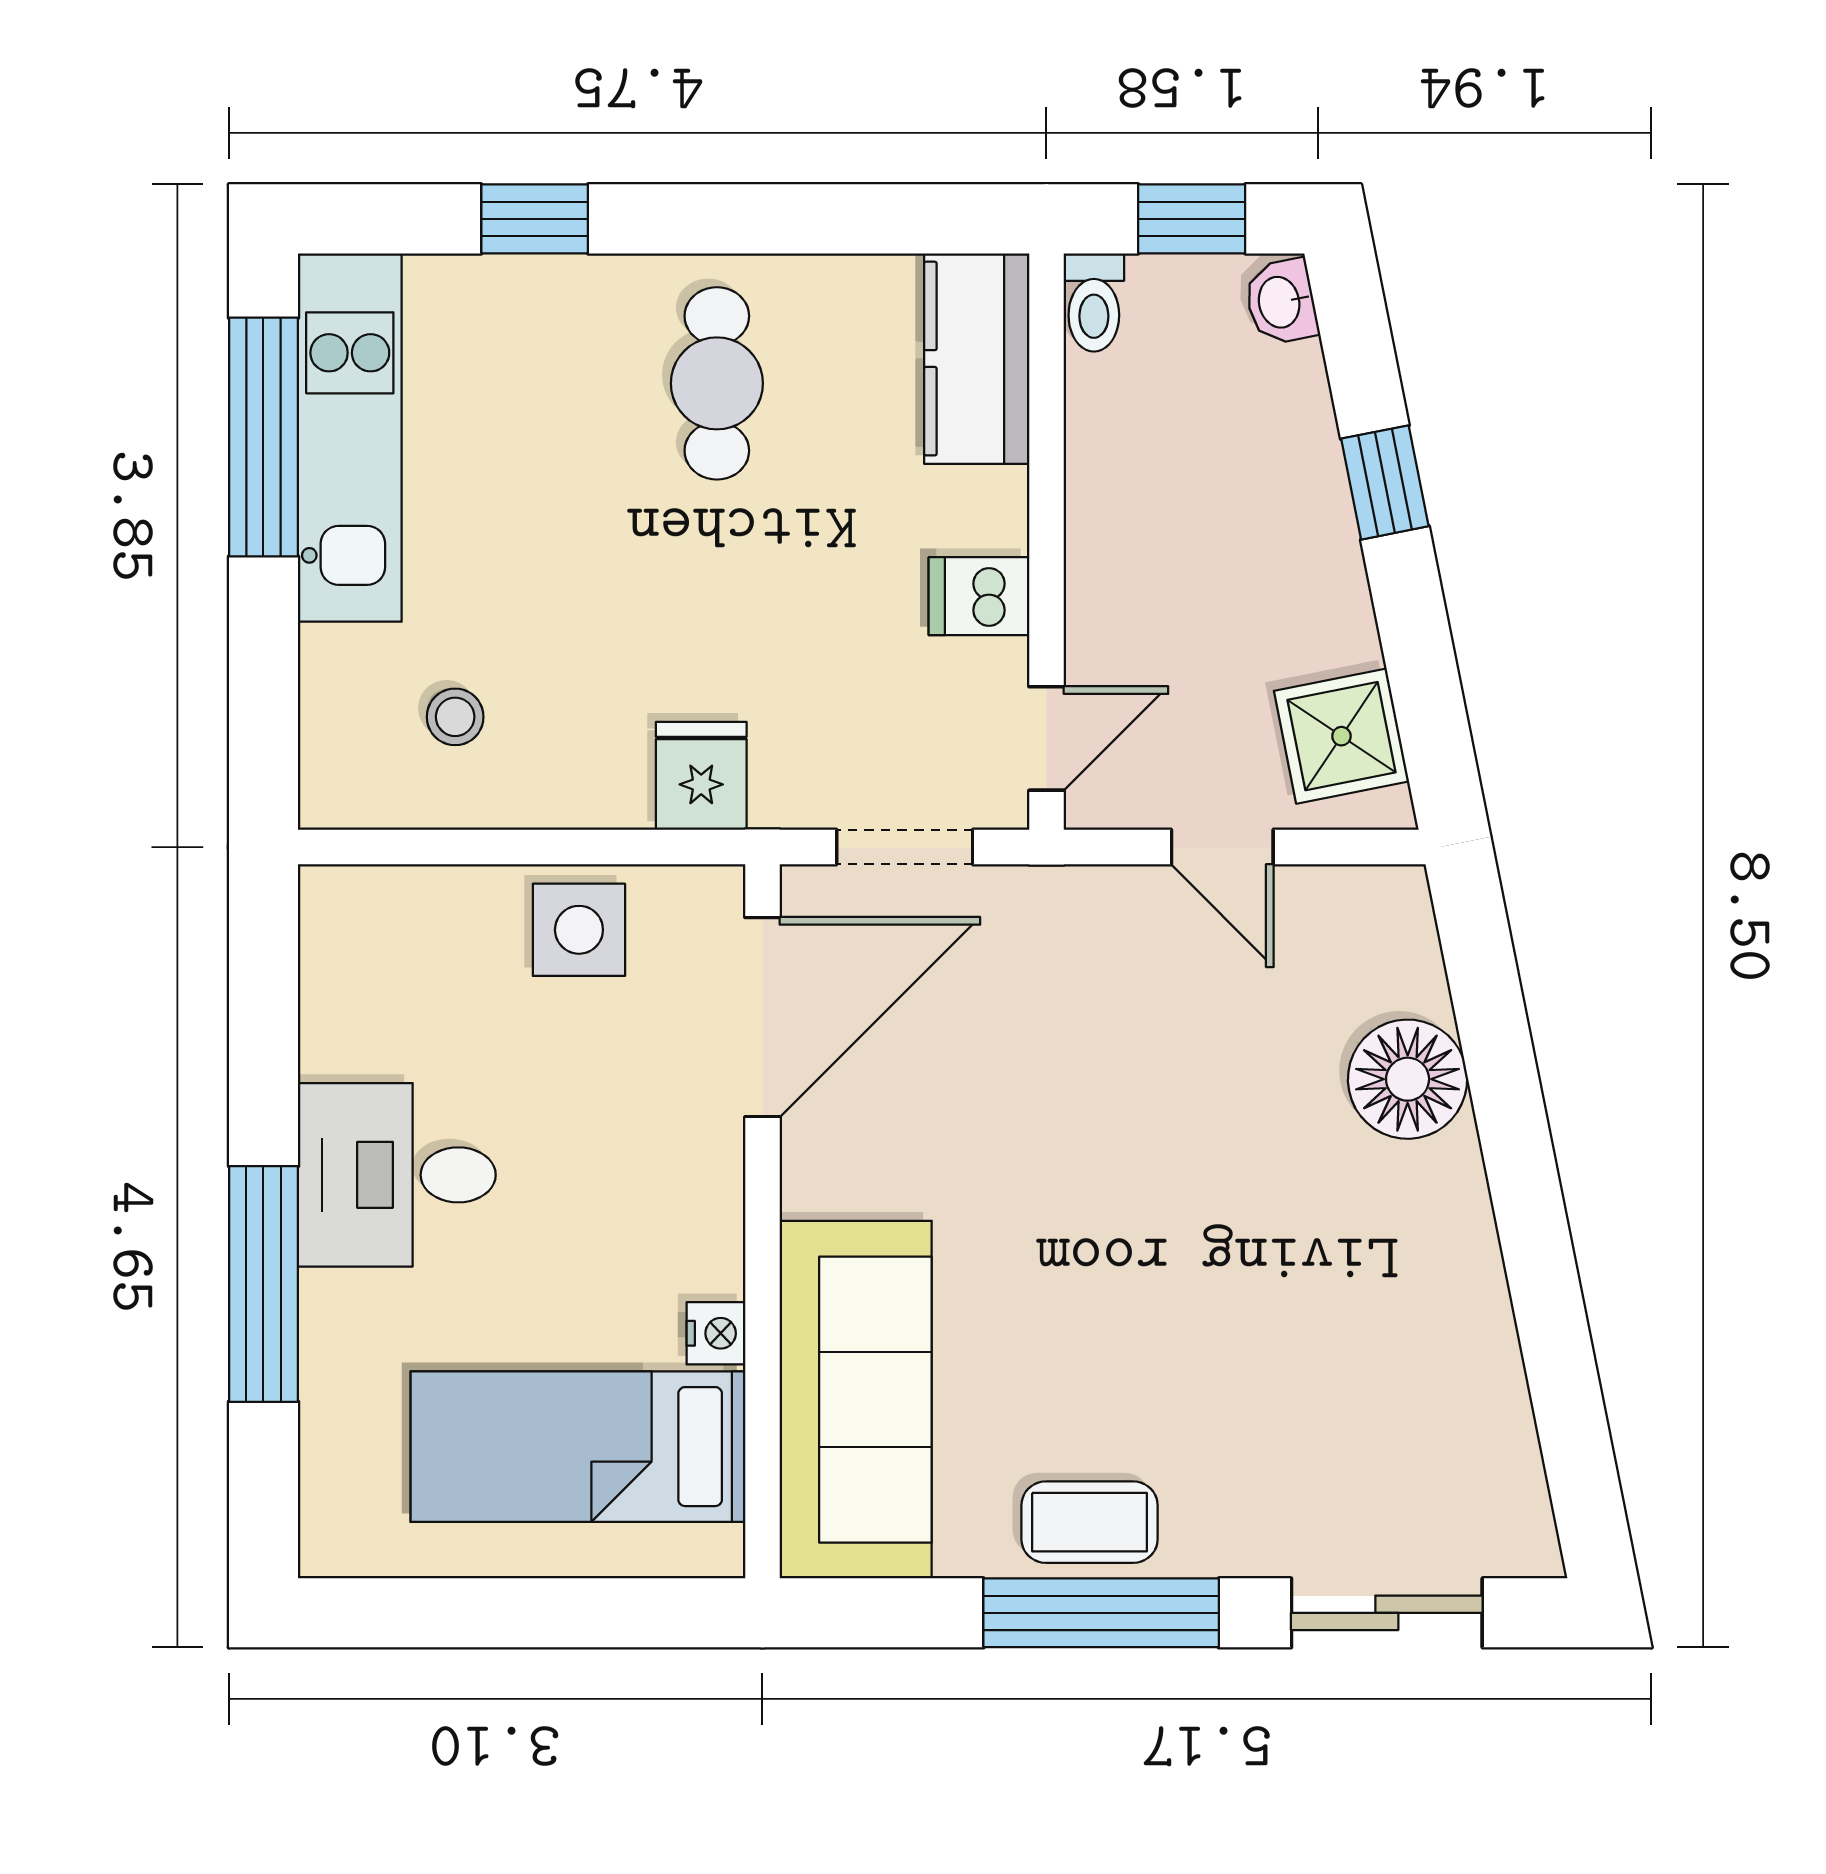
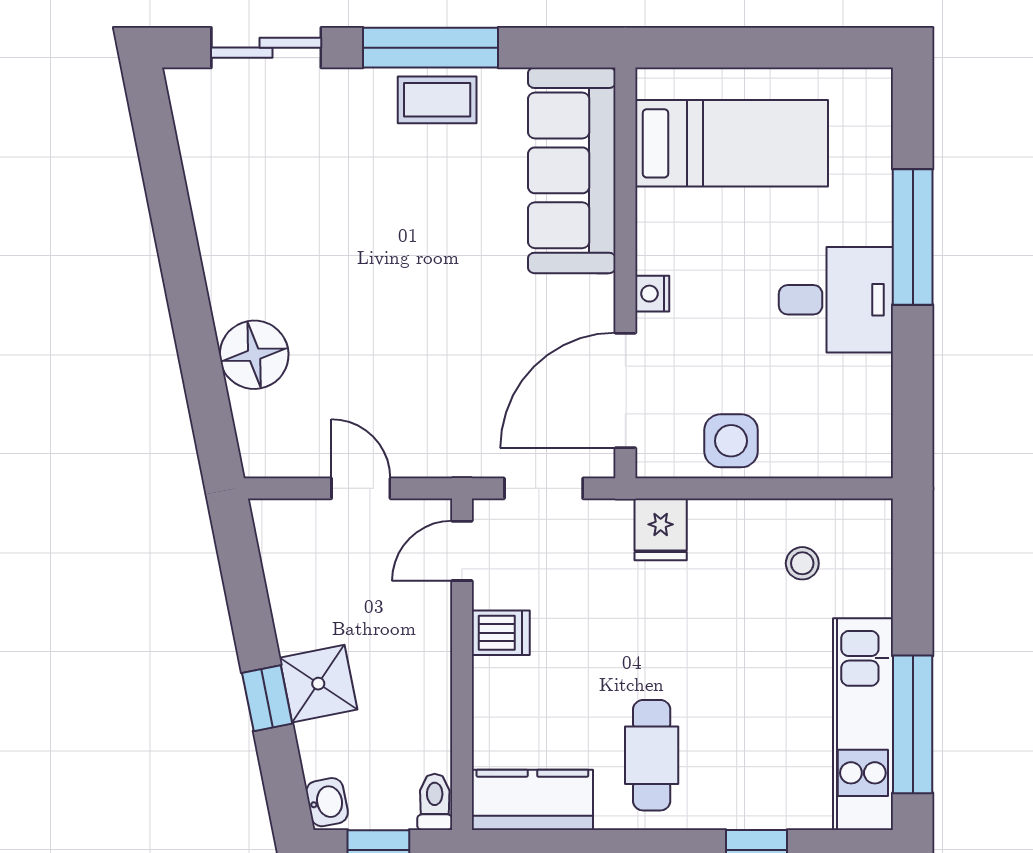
kitchen counter: (977, 359) -> (532, 800), moved, turned -90
shower: (1341, 736) -> (318, 684), moved
nightstand: (716, 1333) -> (652, 294), moved

